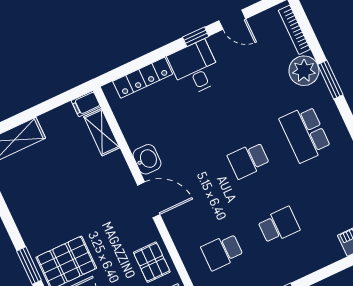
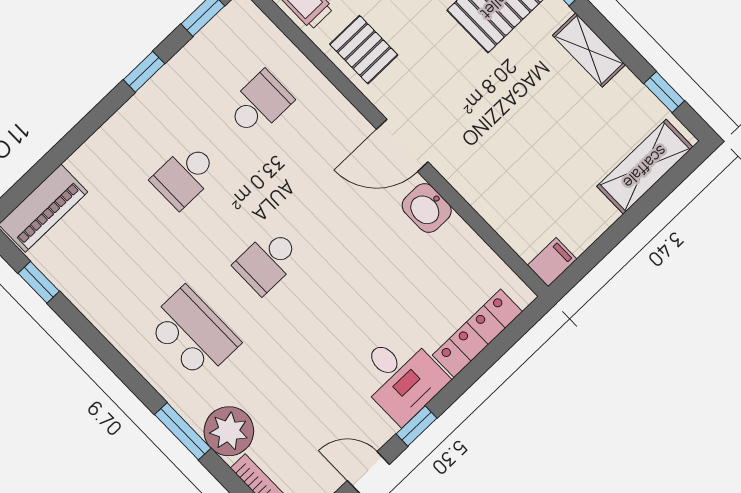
shelving: (102, 132) -> (589, 50), moved
school desk: (248, 160) -> (267, 261), turned 180

